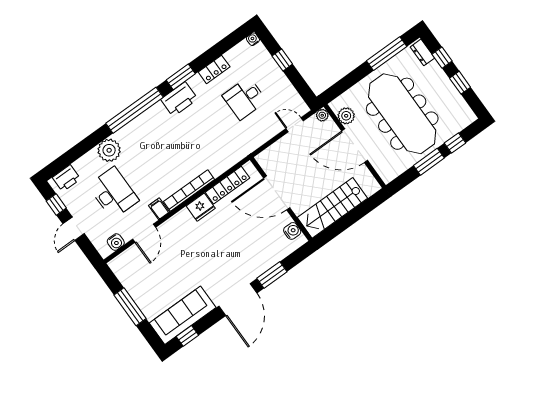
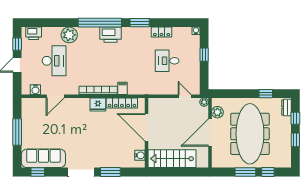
window: (387, 54) -> (266, 94), width x0.46
printer: (179, 99) -> (111, 35), moved
door: (355, 146) -> (210, 133), hinge flipped
filing cabinet: (159, 209) -> (123, 88), moved

